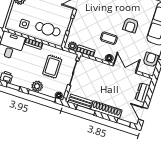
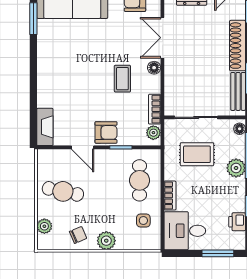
armchair: (131, 25) -> (106, 132), moved

